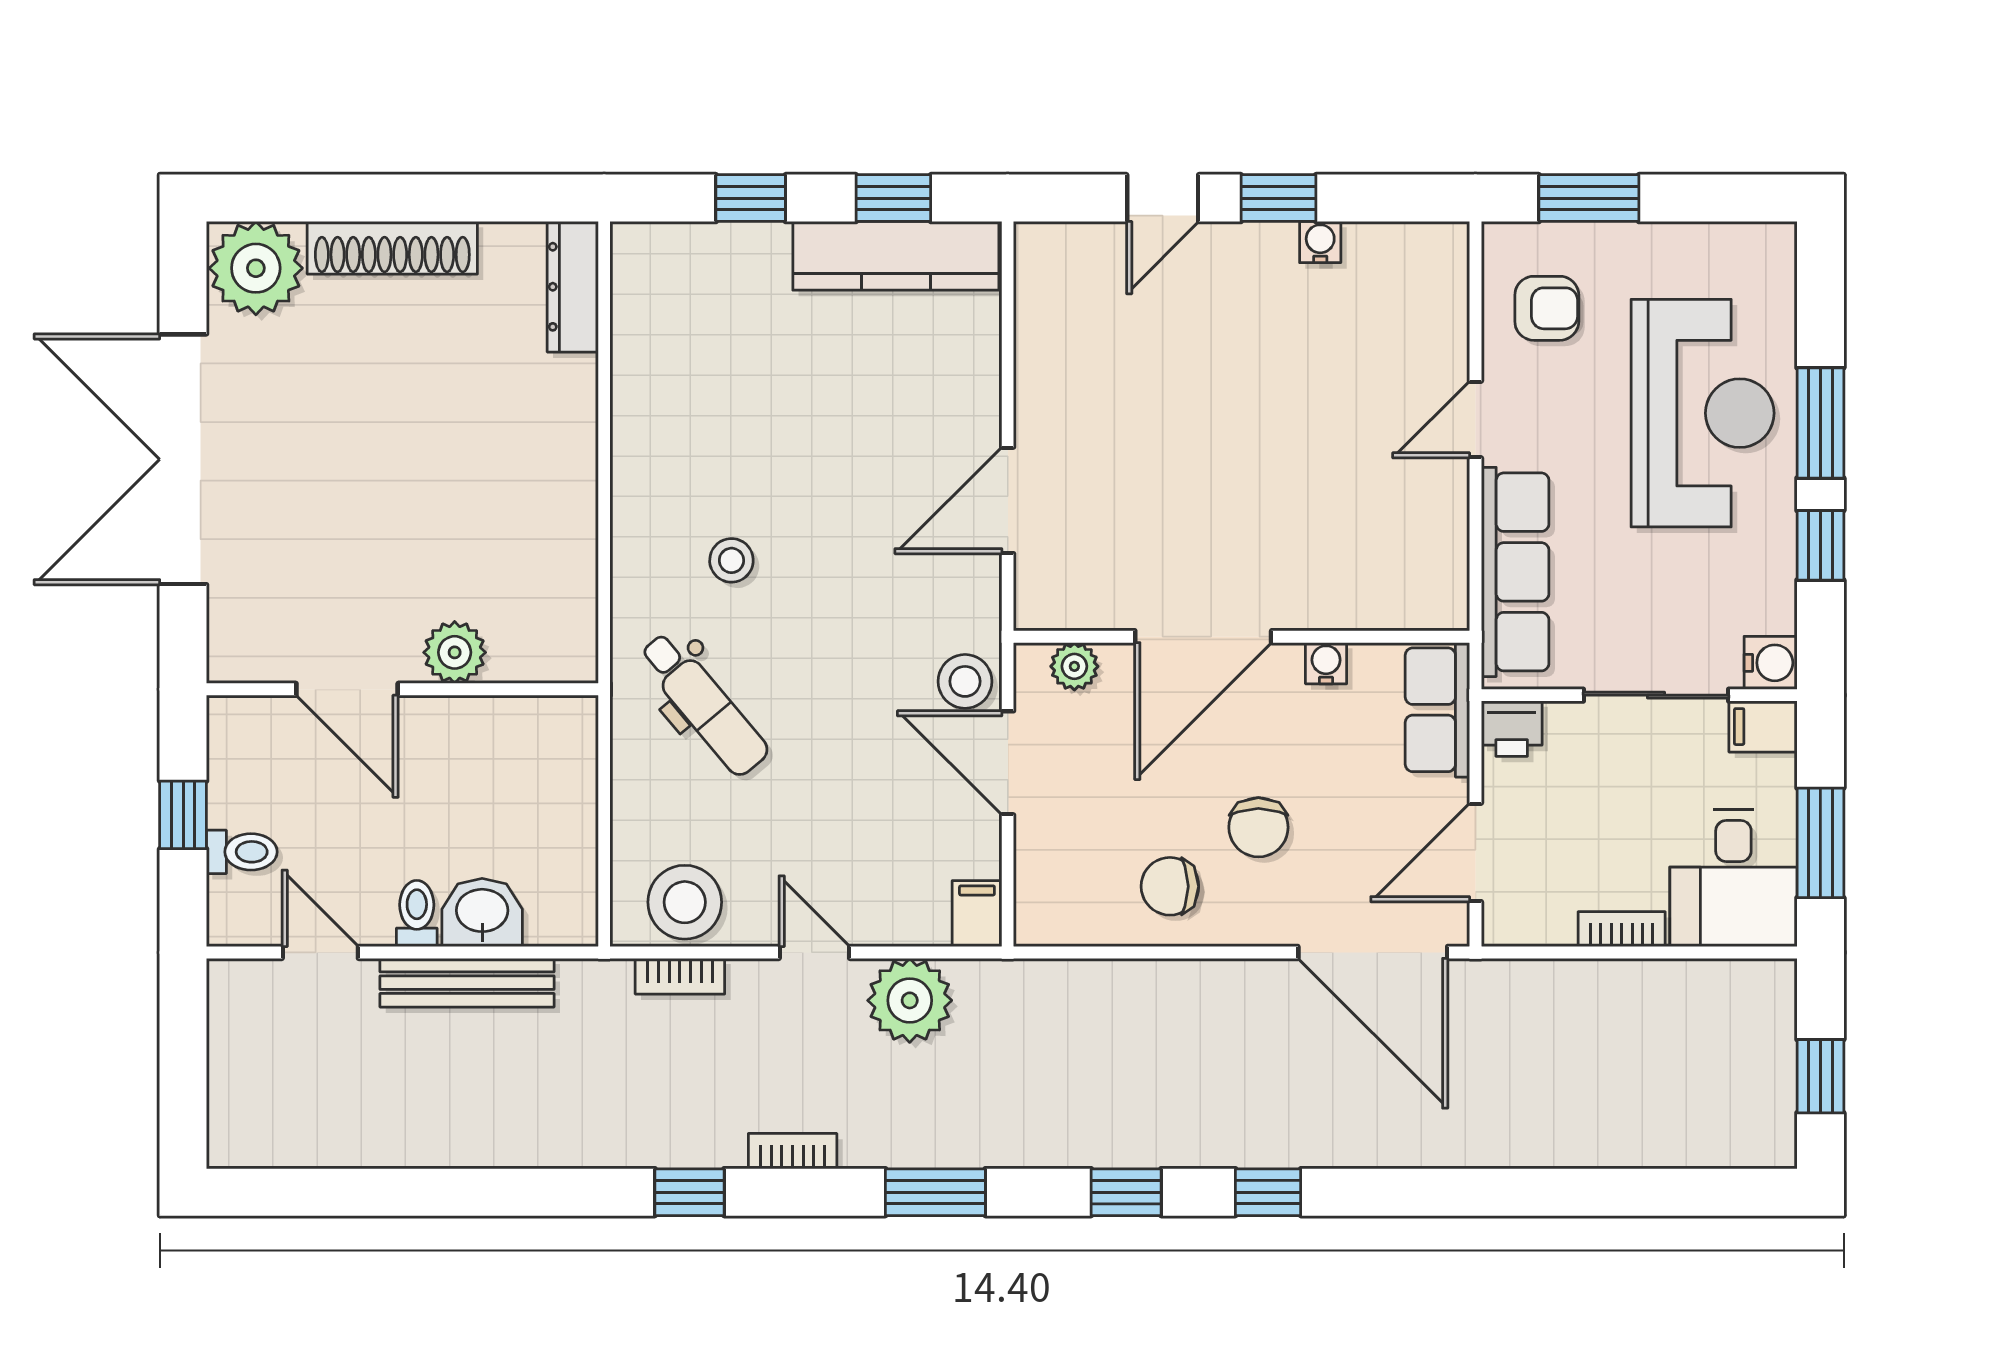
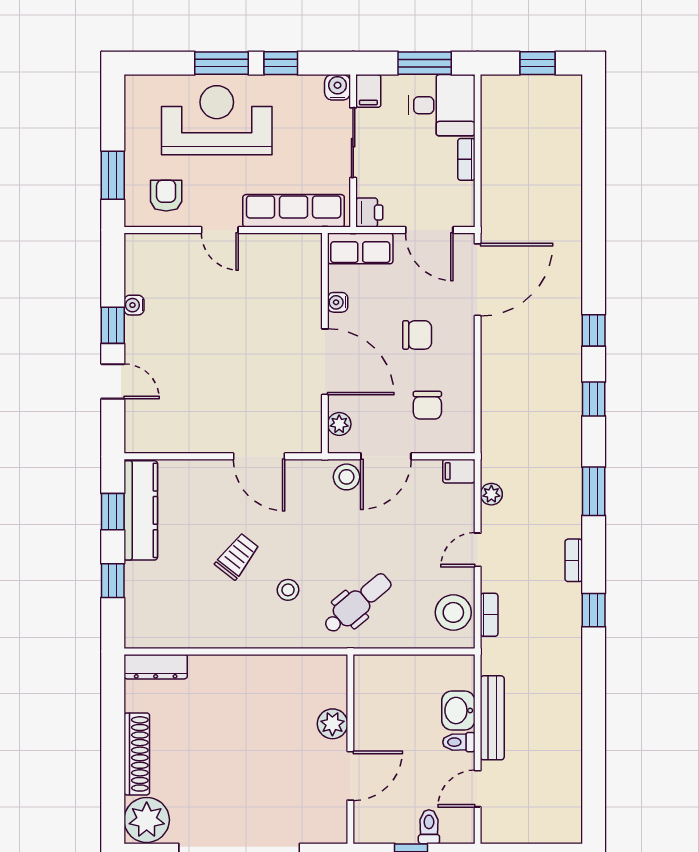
trolley: (801, 455) -> (237, 556), added
chair: (1170, 886) -> (427, 405), moved
plant: (910, 1000) -> (491, 494), width x0.53, depth x0.53

